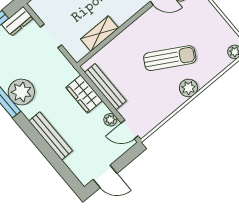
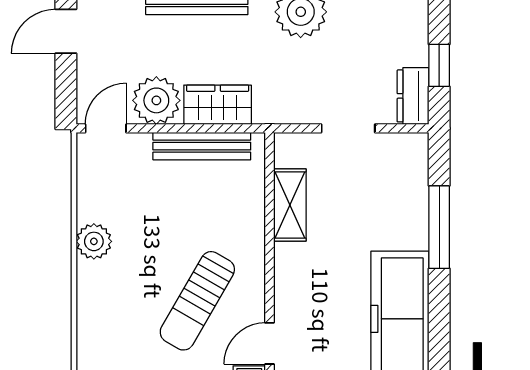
sun lounger: (170, 58) -> (197, 301), moved
plant: (188, 88) -> (94, 241), moved
plant: (110, 120) -> (156, 100), width x1.88, depth x1.88

